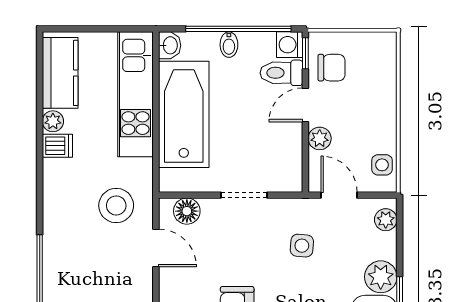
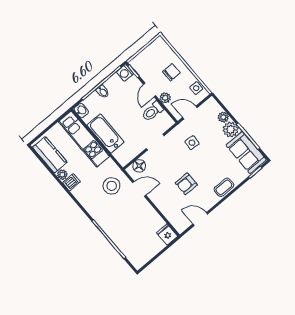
chair: (332, 68) -> (171, 72), moved
toilet: (281, 73) -> (153, 111), moved
bathtub: (184, 114) -> (106, 133), width x0.73, depth x0.73
plant: (386, 220) -> (223, 117), moved

